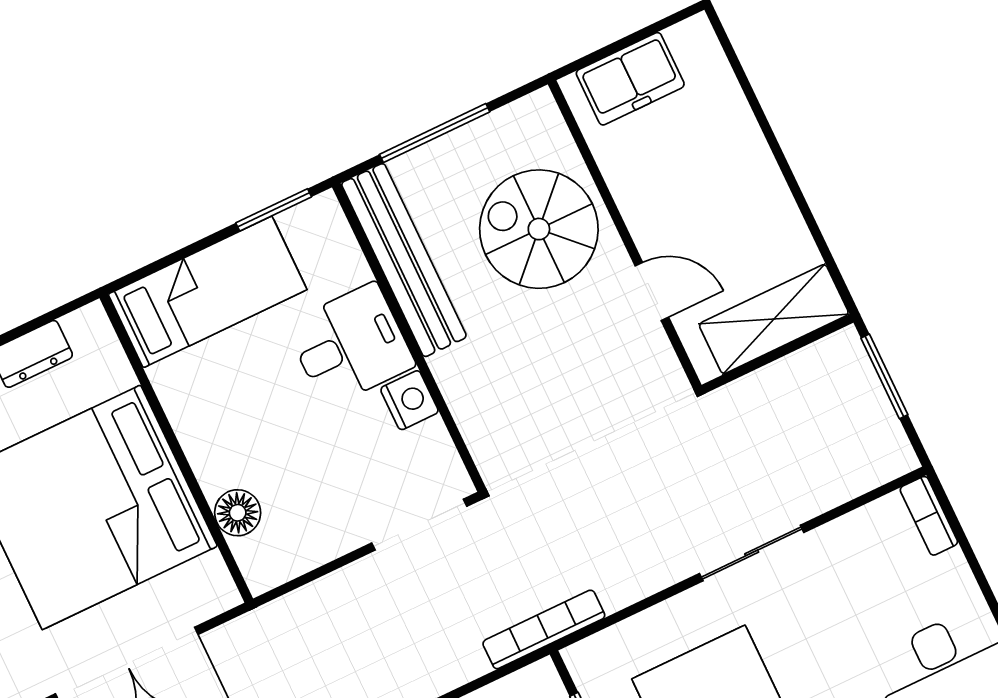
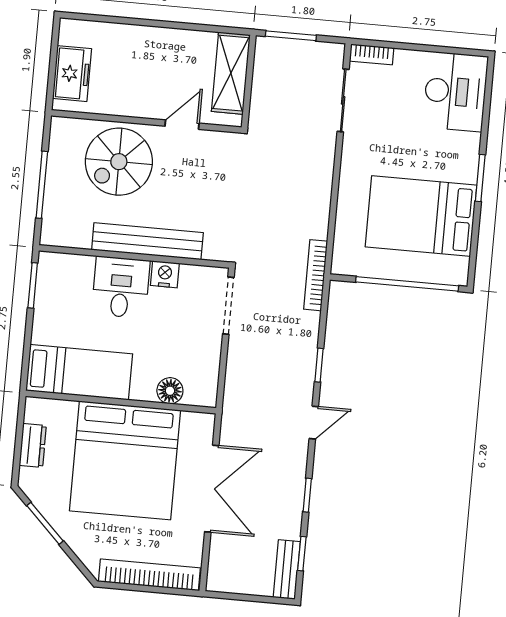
bench: (404, 260) -> (147, 241), moved
bed: (208, 292) -> (79, 372), moved, turned 90
sliding door: (752, 553) -> (343, 100), moved

